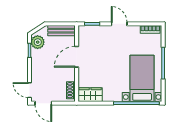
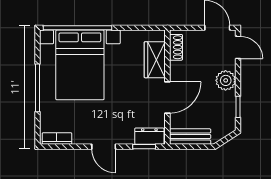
dresser: (89, 31) -> (149, 136), added
plant: (38, 42) -> (226, 80), moved
bed with nightstands: (142, 78) -> (80, 65), width x1.36
wardrobe: (90, 95) -> (155, 60), moved, turned 90

